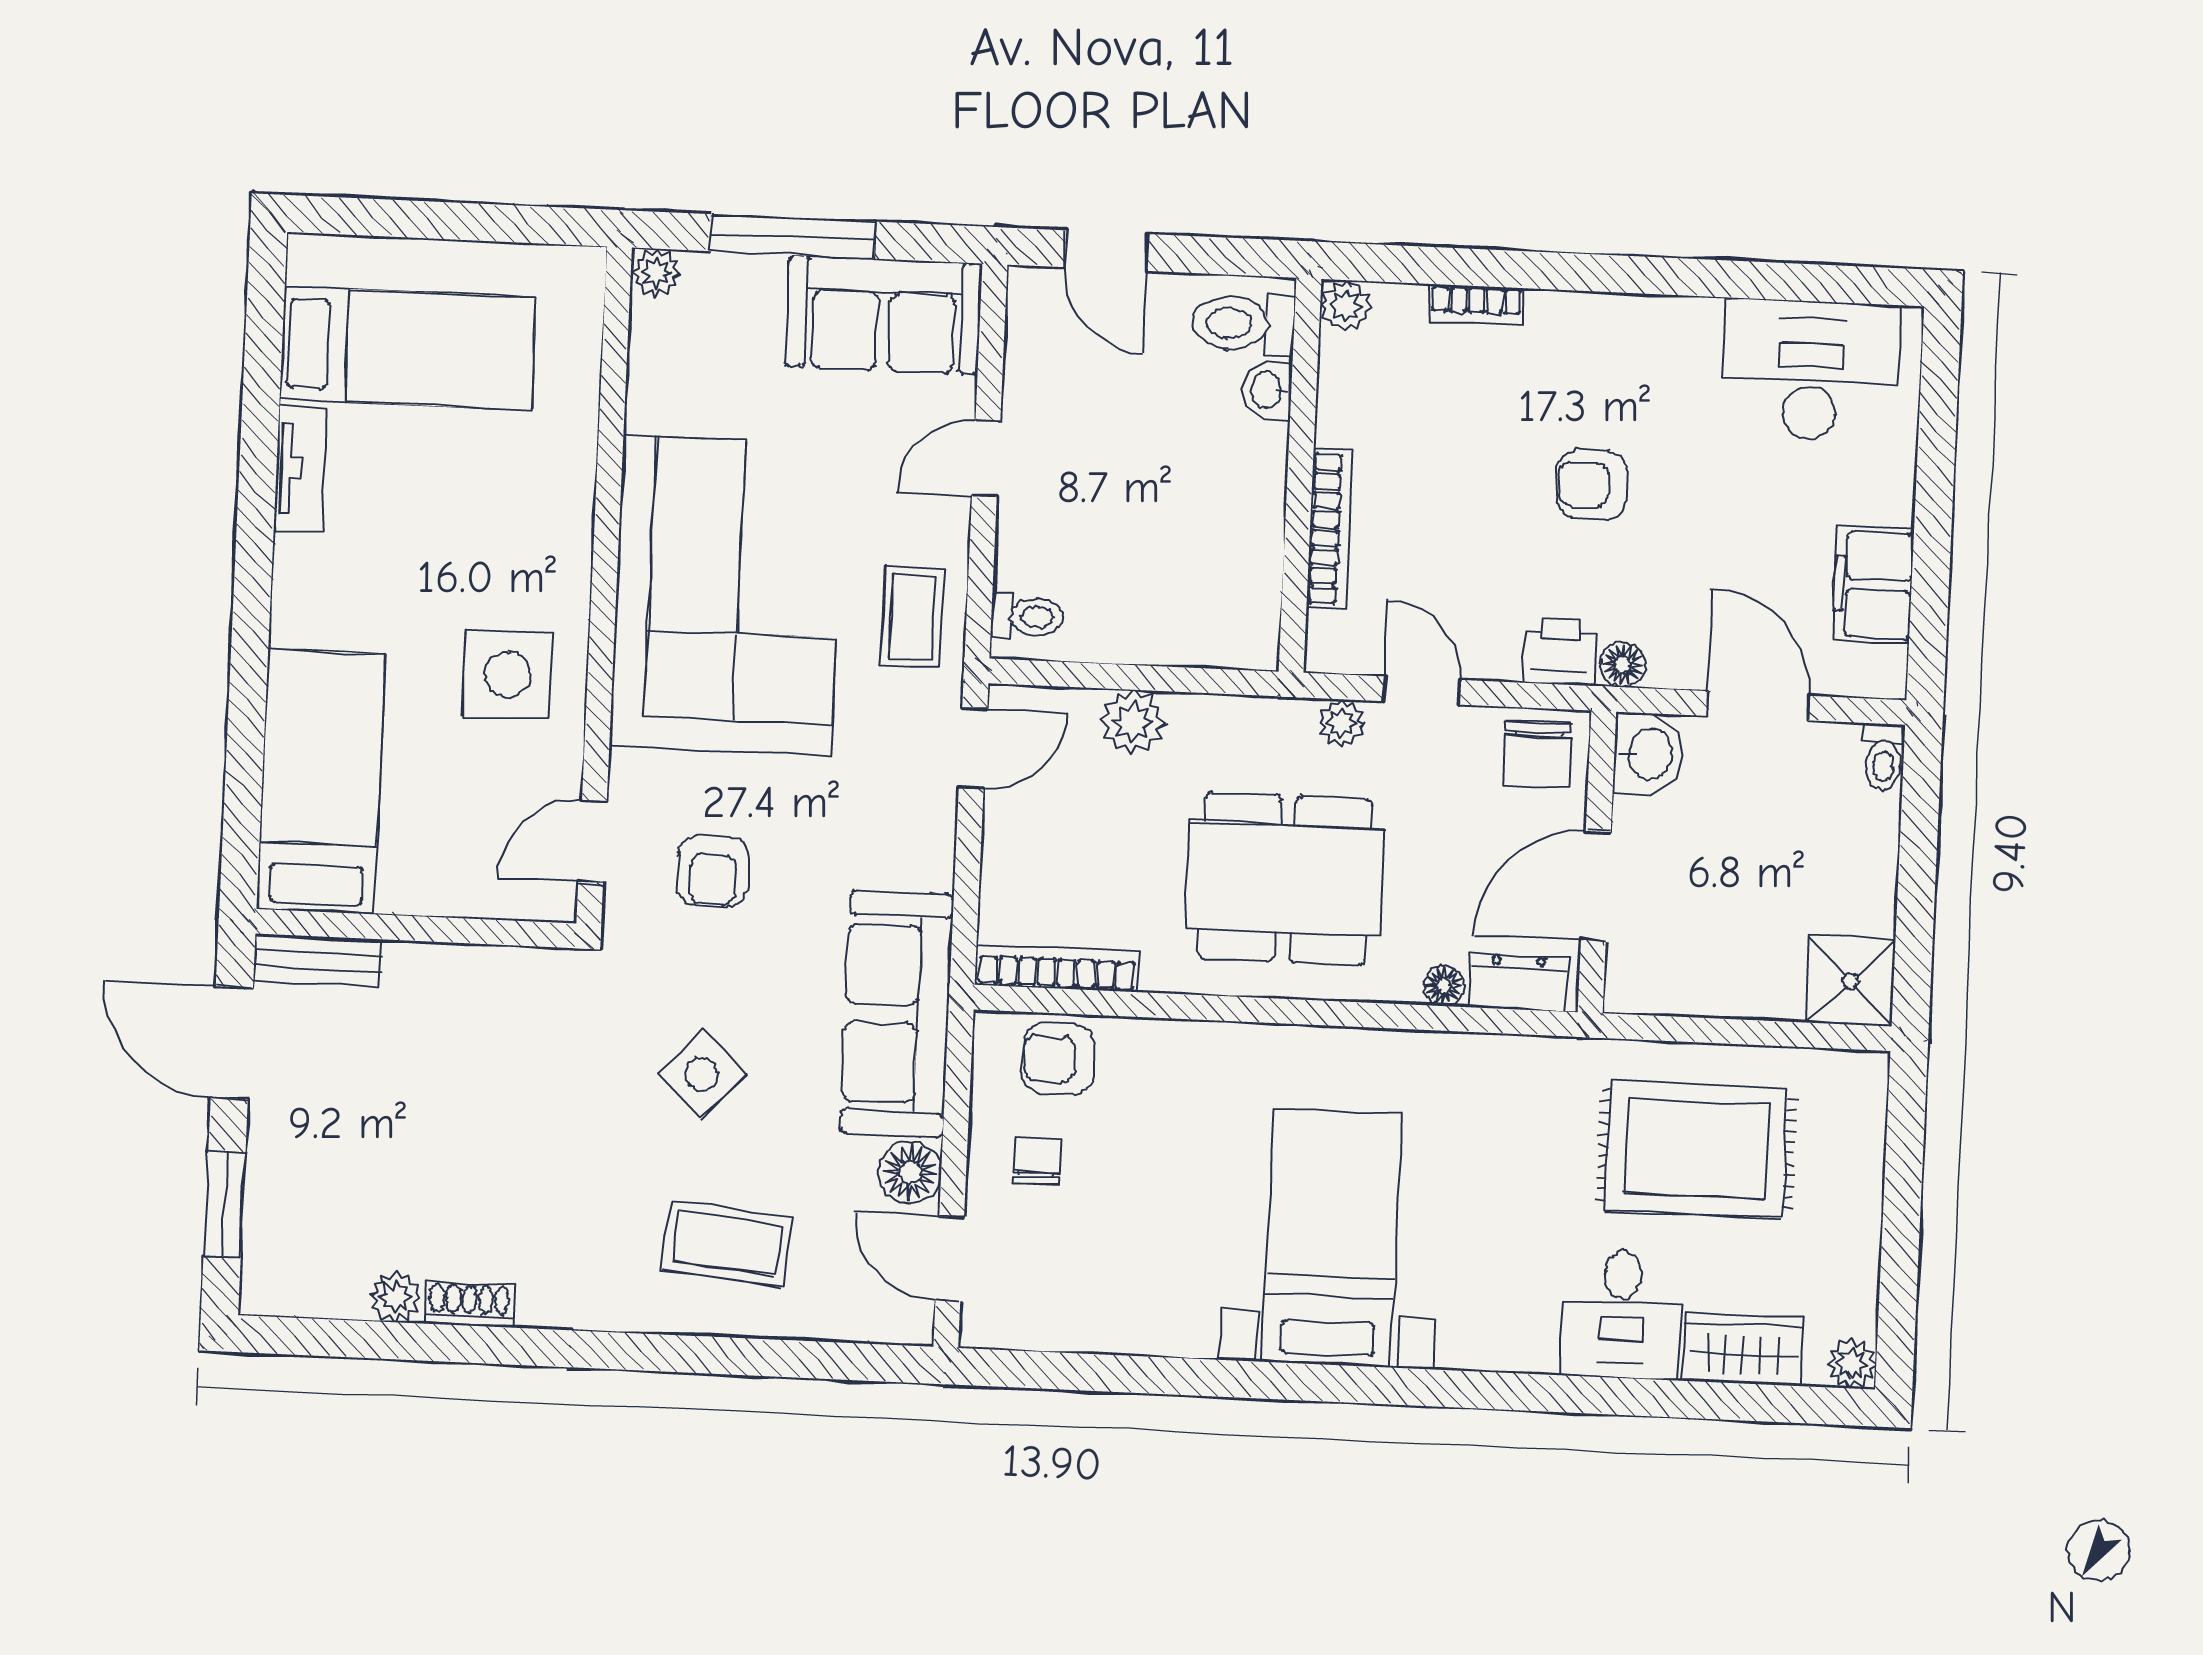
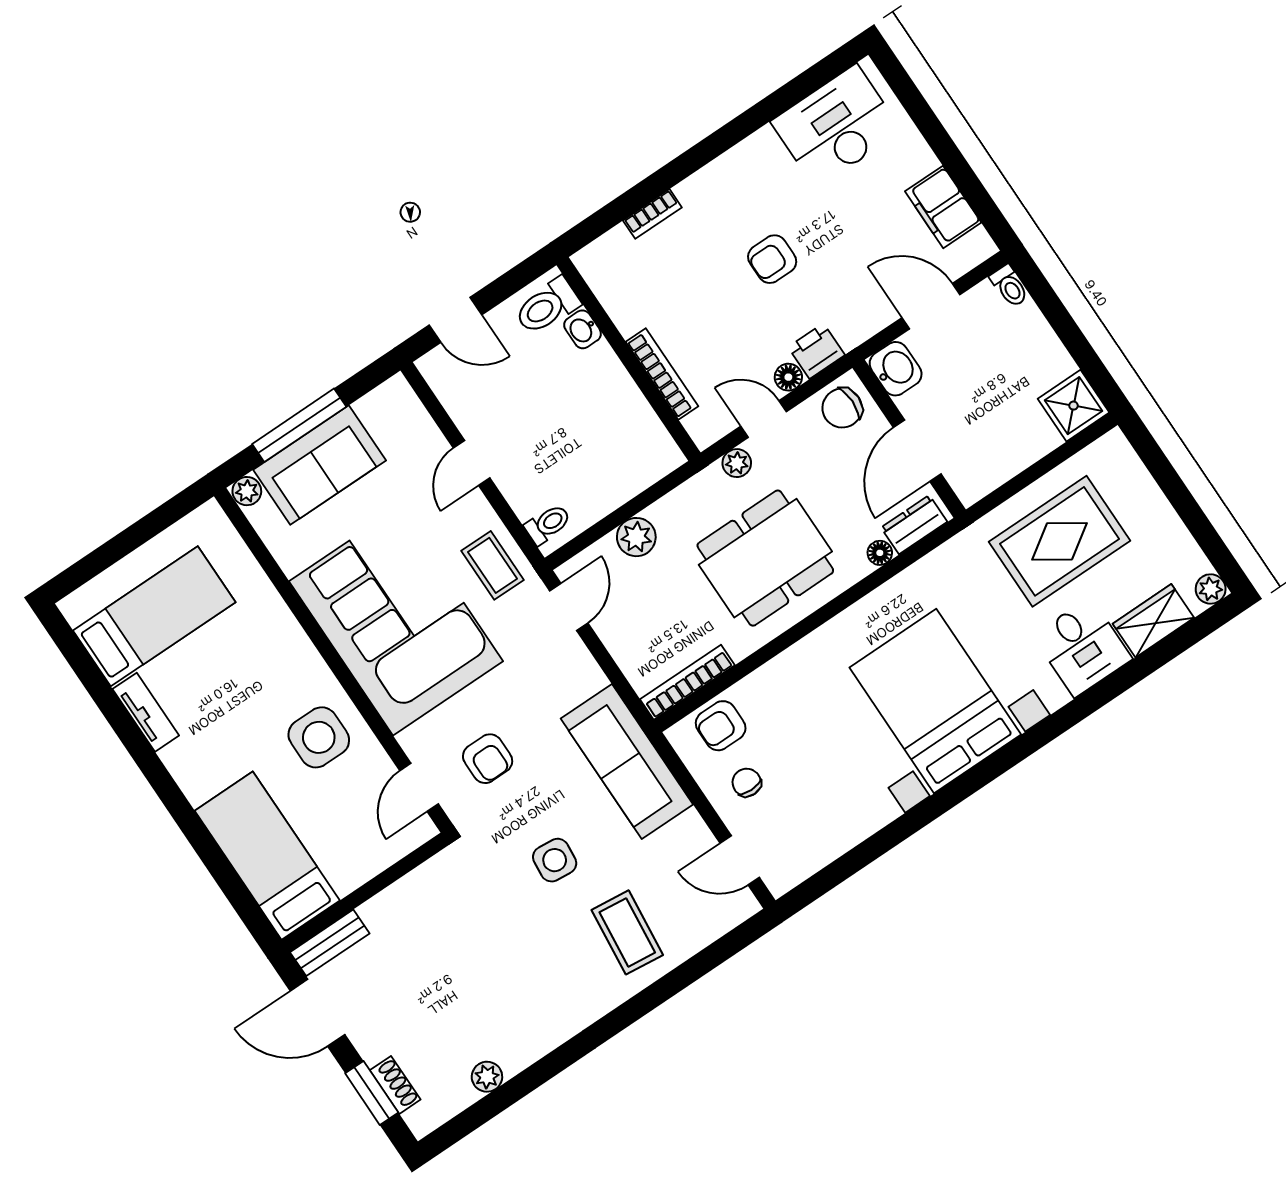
plant: (1346, 306) -> (590, 261), removed
sofa: (884, 315) -> (320, 465), moved
floor lamp: (1623, 665) -> (788, 377), moved
chair: (1538, 754) -> (842, 408), turned 90
side table: (702, 1074) -> (555, 860), turned -38
floor lamp: (910, 1172) -> (690, 833), removed
bed with nightstands: (1332, 1238) -> (935, 701), width x1.36
coffee table: (727, 1243) -> (627, 932), turned 90
shoe rack: (469, 1304) -> (395, 1085), moved, turned 90

